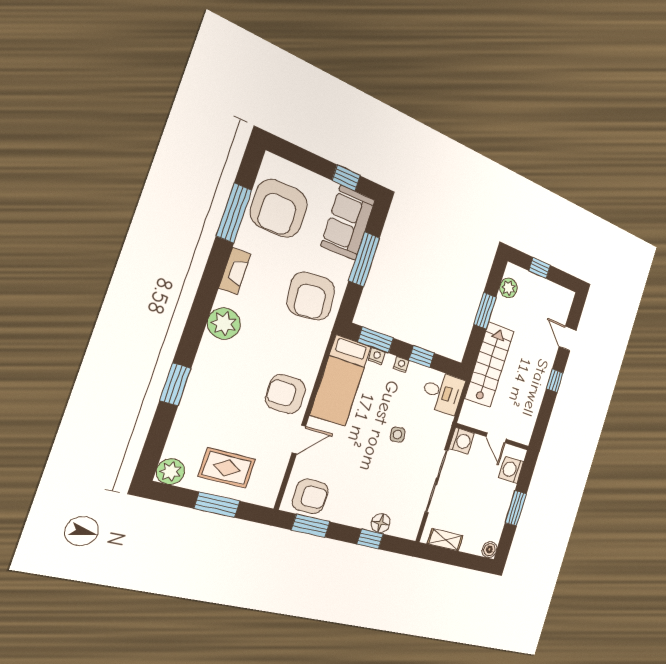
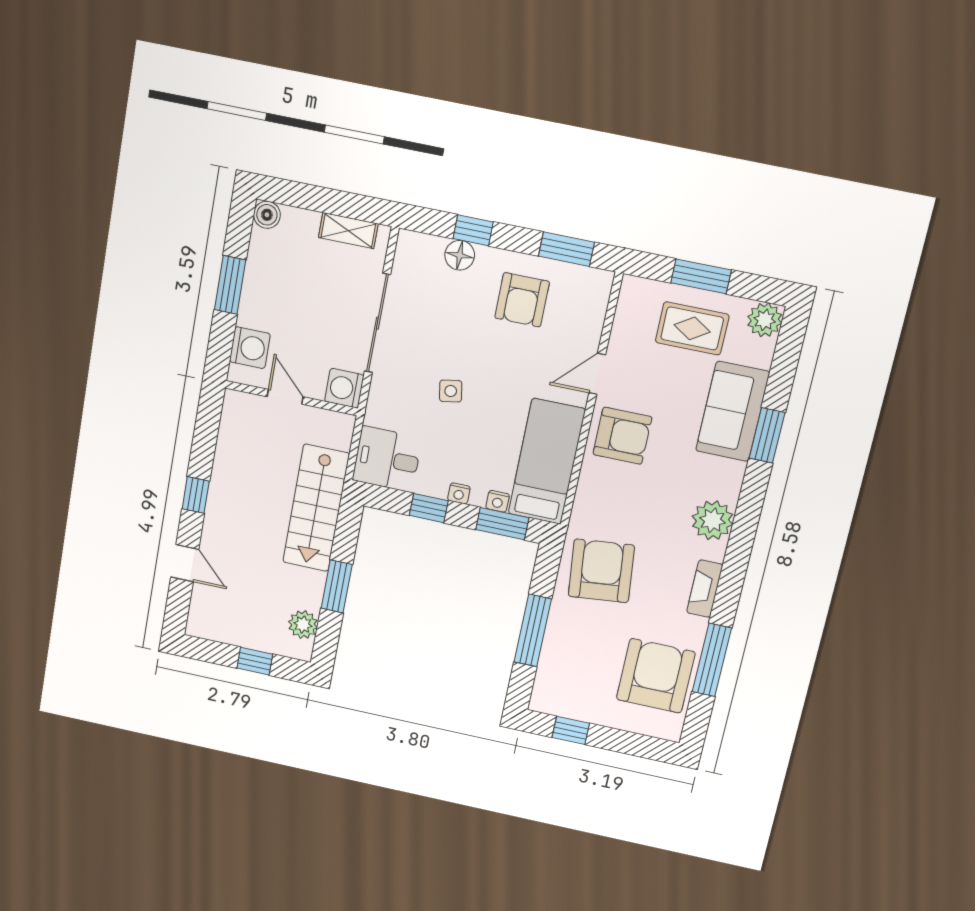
sofa: (348, 223) -> (733, 411), moved, turned 180
armchair: (310, 496) -> (522, 300), moved, turned -90

